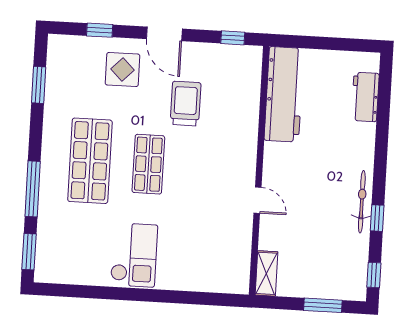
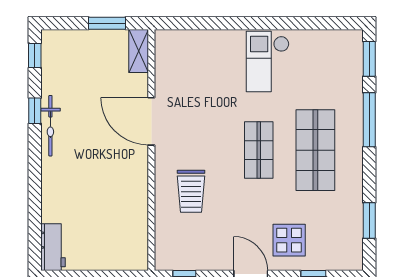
workbench: (284, 94) -> (132, 225), removed
workbench: (365, 97) -> (53, 247), moved
trolley: (186, 104) -> (191, 191), moved
door: (258, 200) -> (151, 121), width x1.88
window: (323, 305) -> (107, 23), moved

